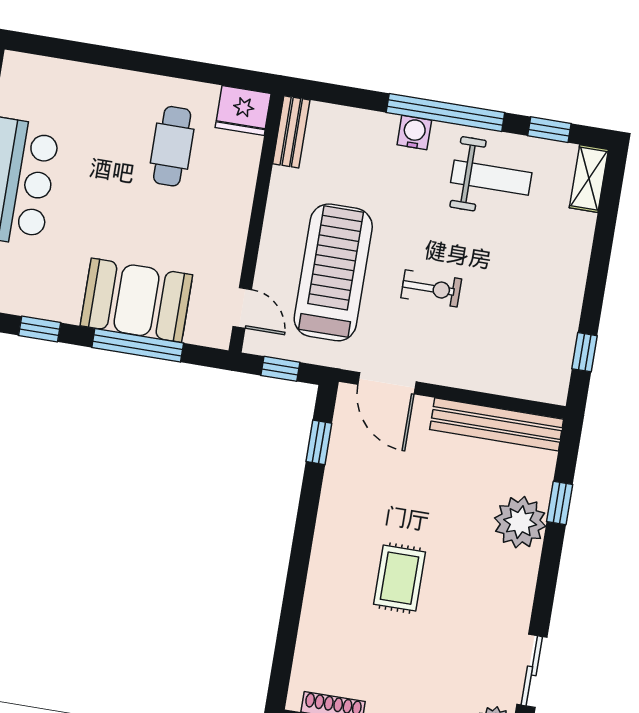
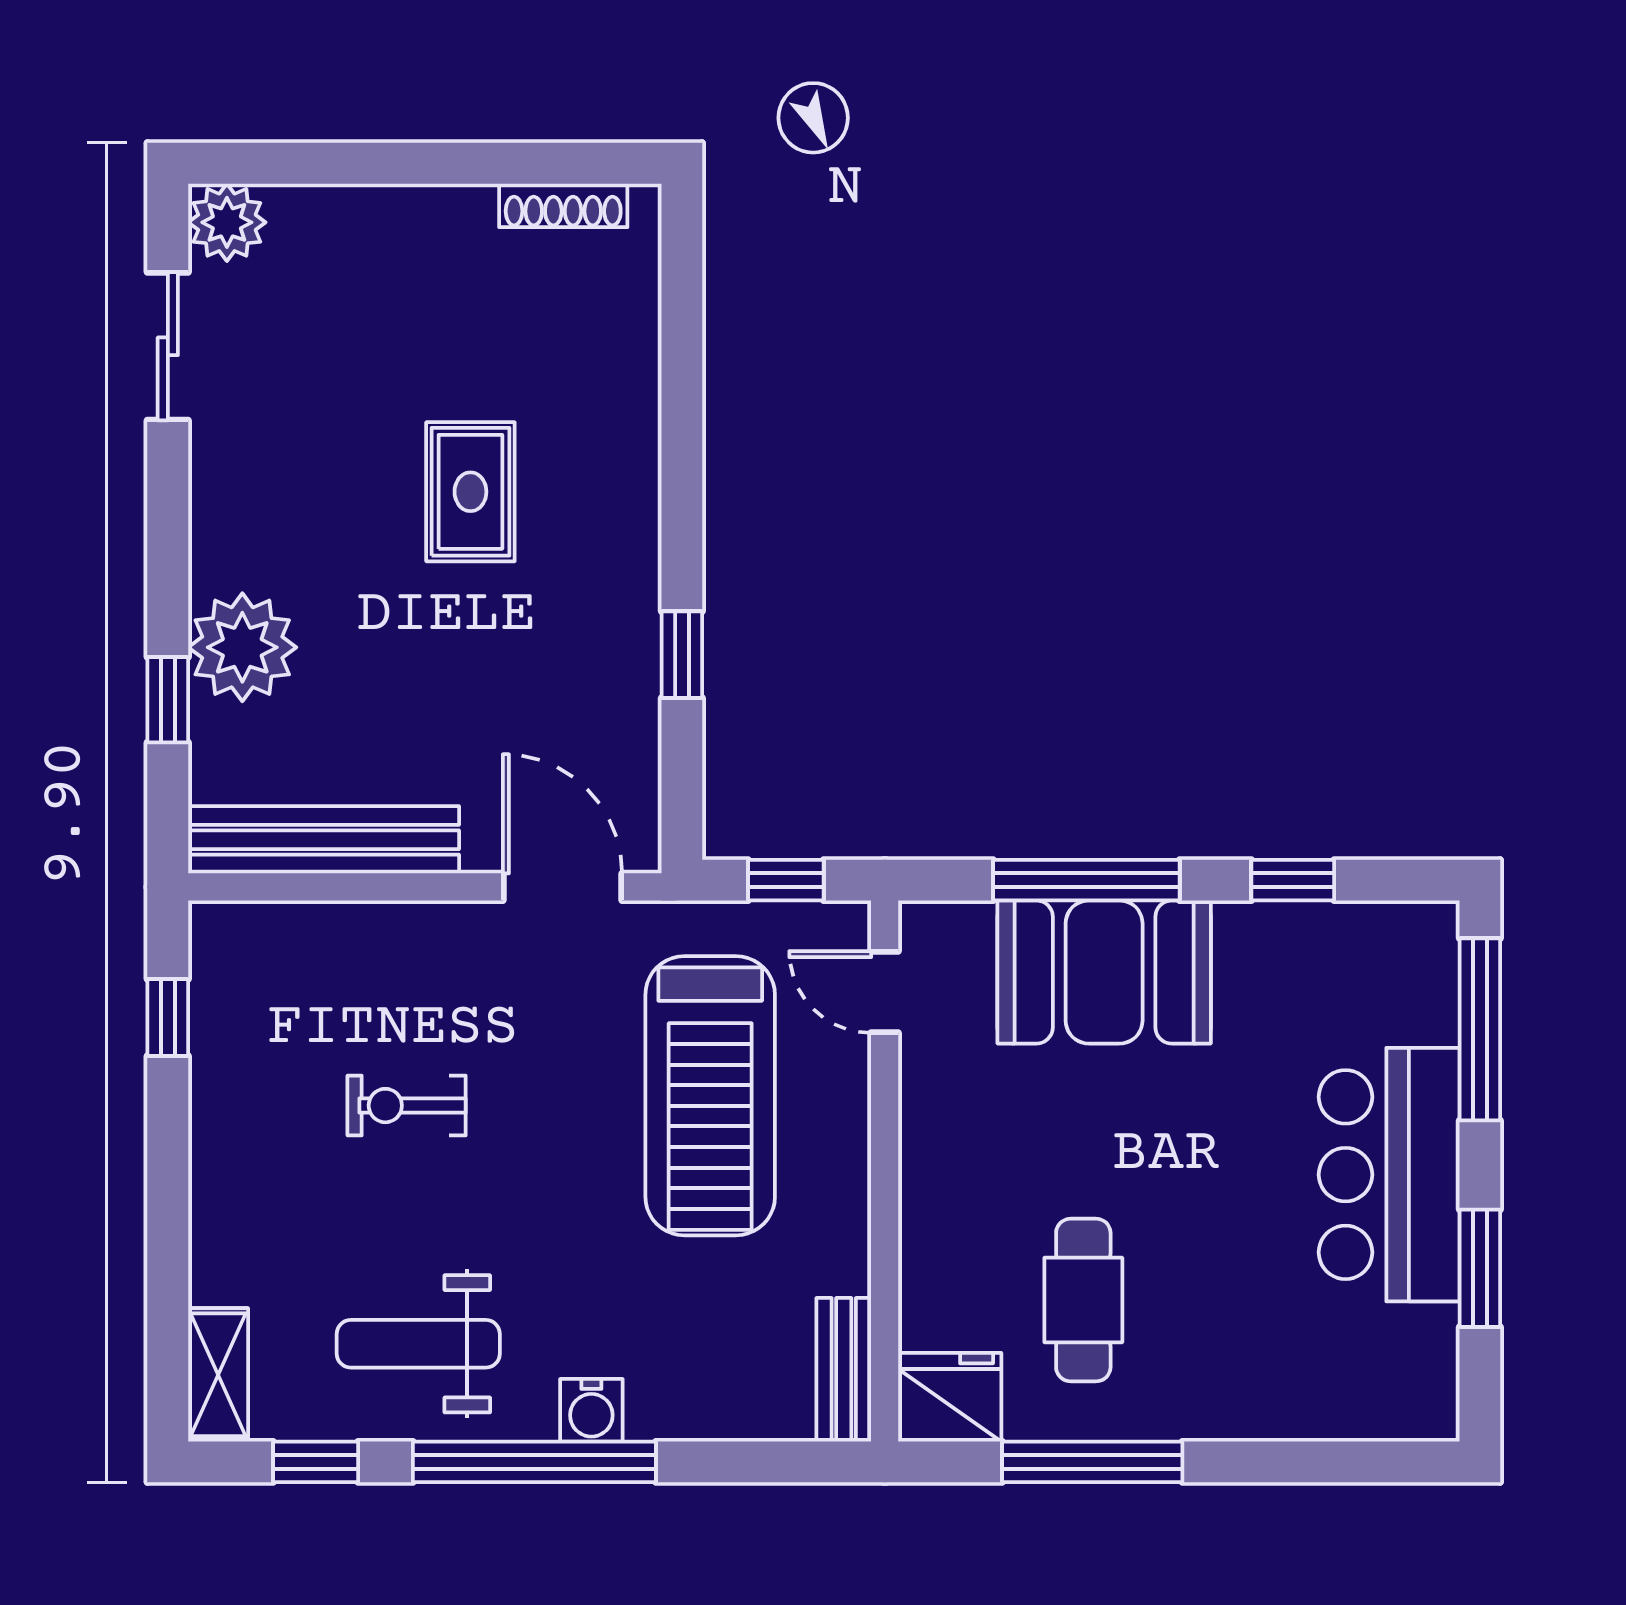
window: (181, 69) -> (1092, 1462), added
exercise bike: (431, 288) -> (407, 1106), moved
window: (319, 442) -> (682, 655), moved

